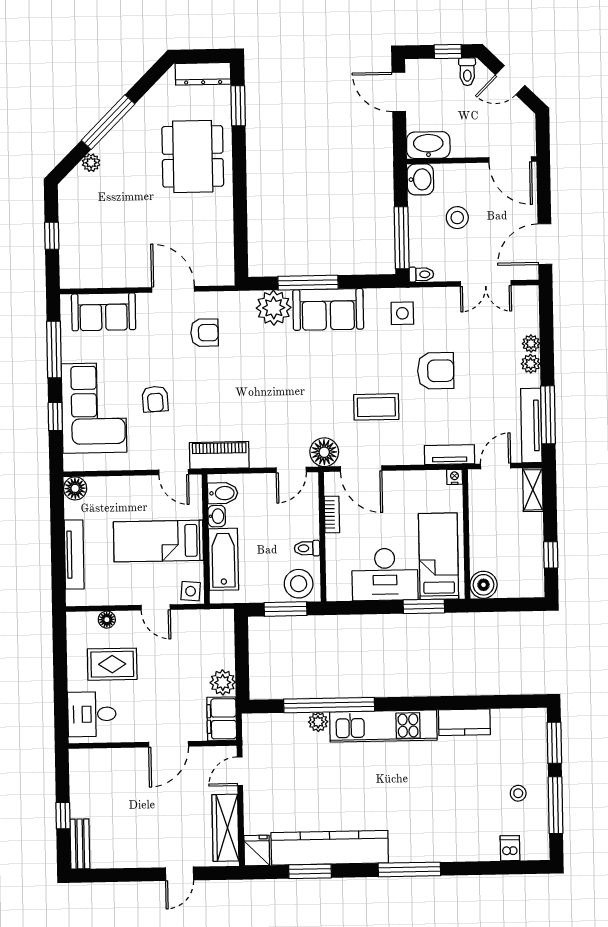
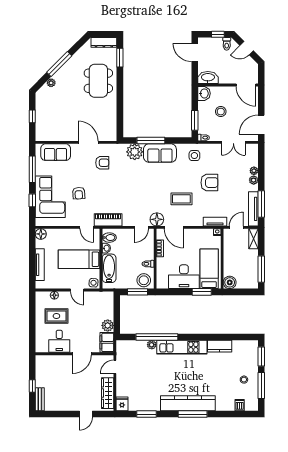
window: (402, 238) -> (195, 120), width x0.69
window: (551, 555) -> (261, 269), width x2.17
desk: (92, 714) -> (59, 341), moved, turned -90
kitchen counter: (330, 848) -> (188, 403), moved

